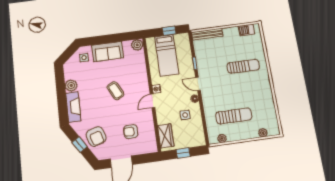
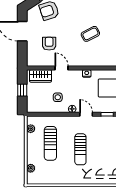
sun lounger: (243, 66) -> (80, 149), moved
door: (198, 84) -> (86, 114), hinge flipped
door: (152, 101) -> (62, 68), moved

